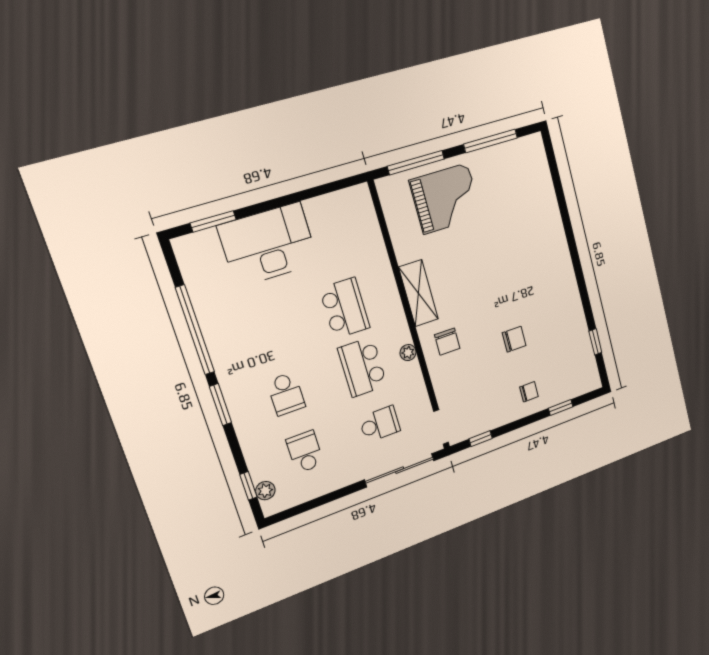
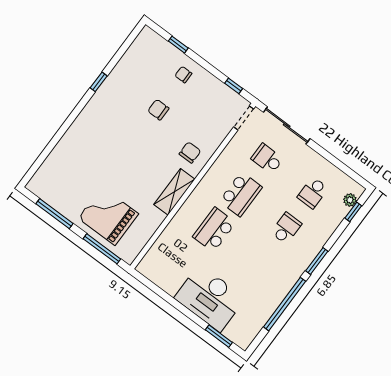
window: (595, 342) -> (99, 82), moved
plant: (408, 353) -> (213, 172), removed

